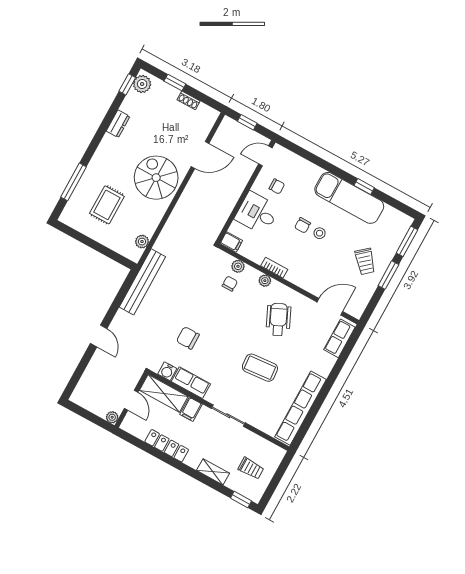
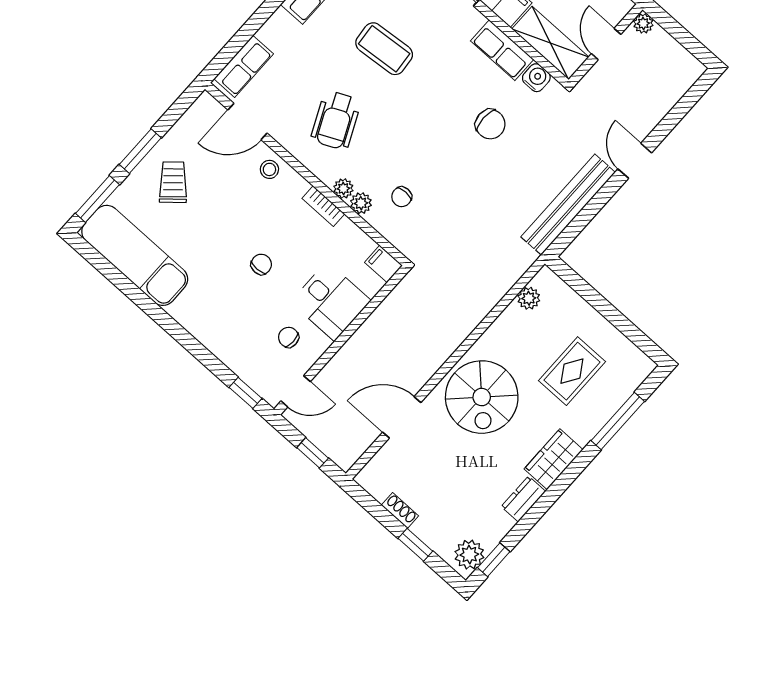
wardrobe: (106, 151) -> (554, 459), added
window: (364, 187) -> (245, 393), moved
exam couch: (349, 198) -> (135, 255), moved
stool: (320, 233) -> (269, 169), moved
plant: (238, 266) -> (361, 203), moved
bench: (142, 282) -> (568, 205), moved

